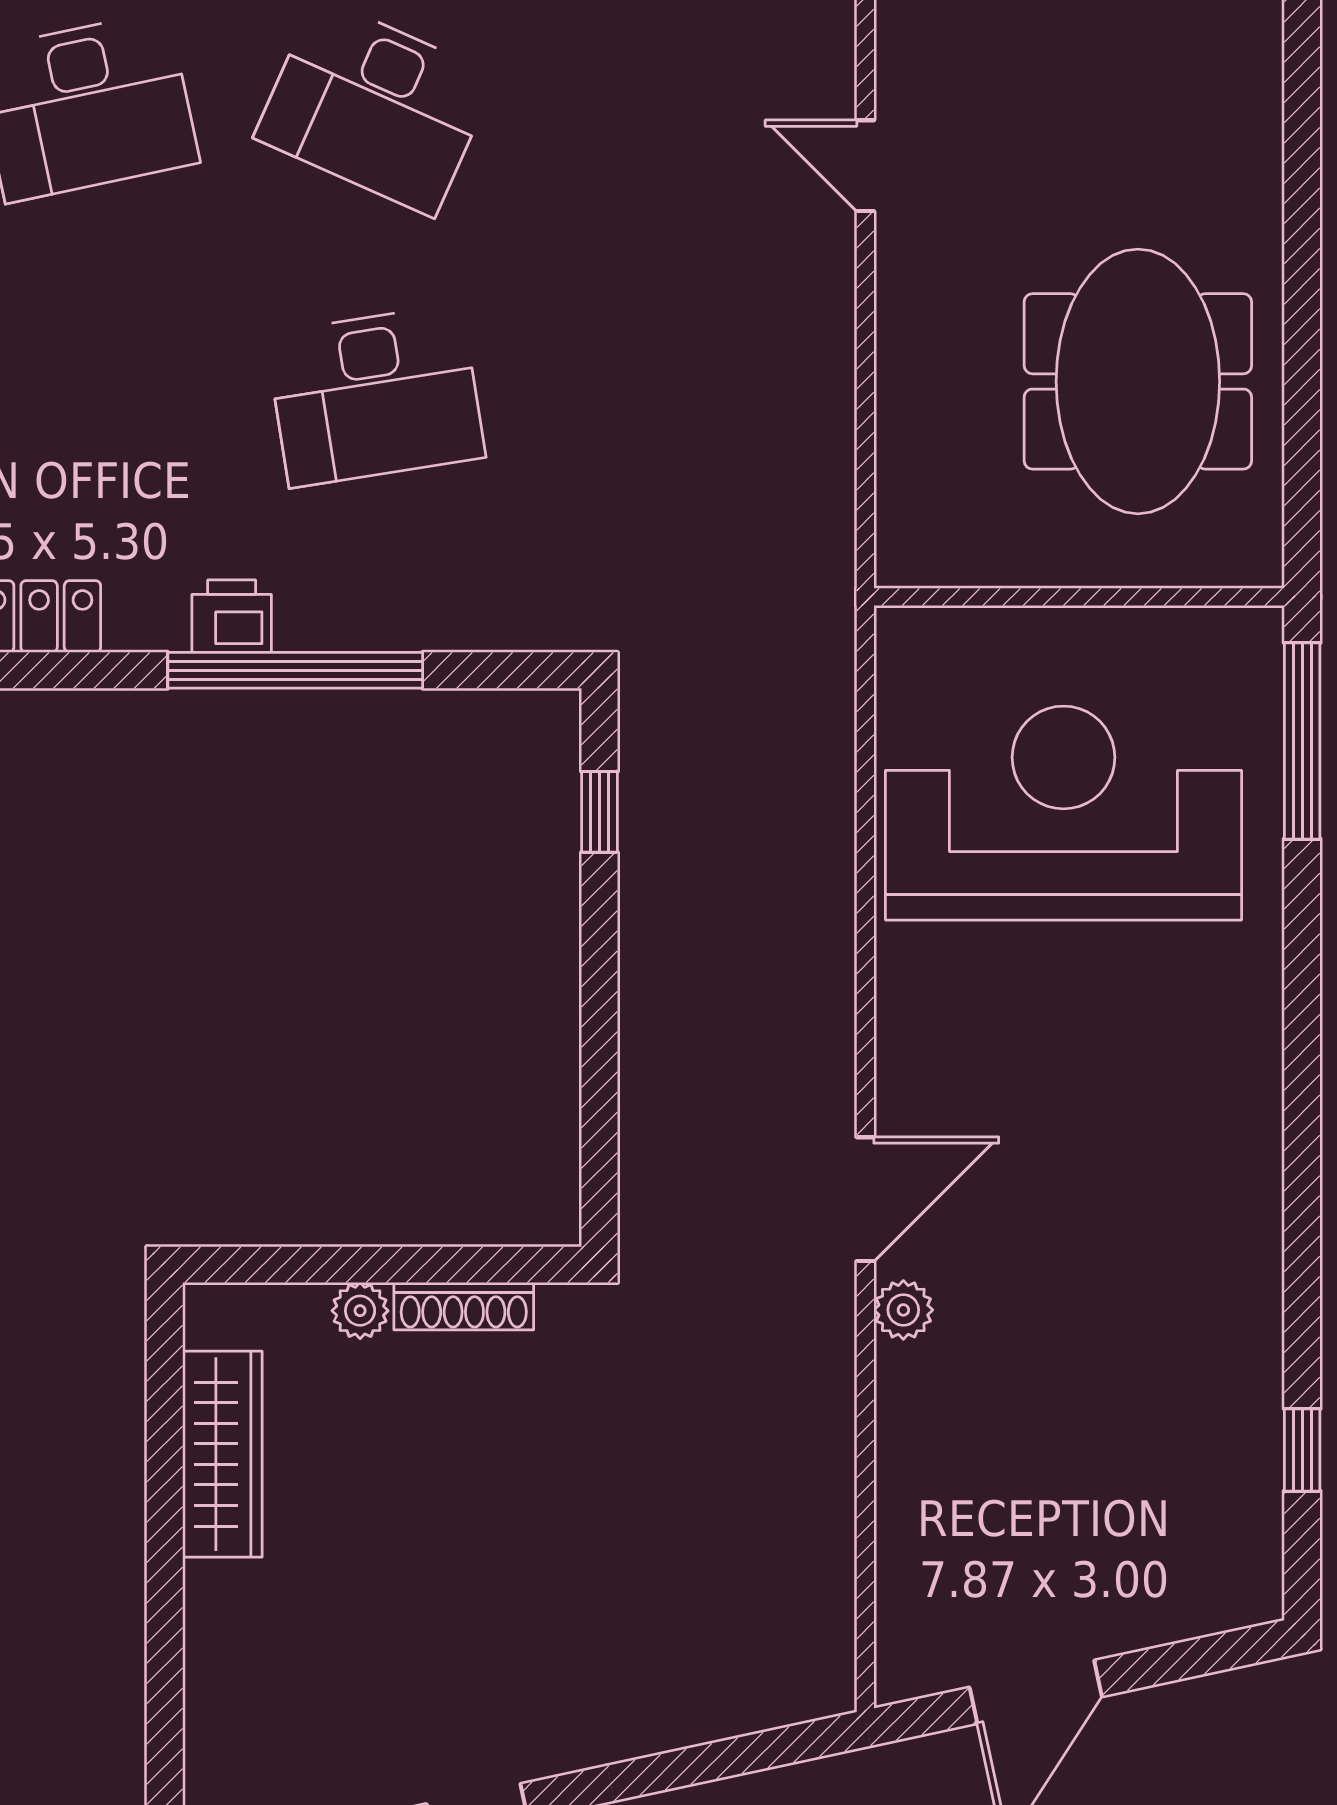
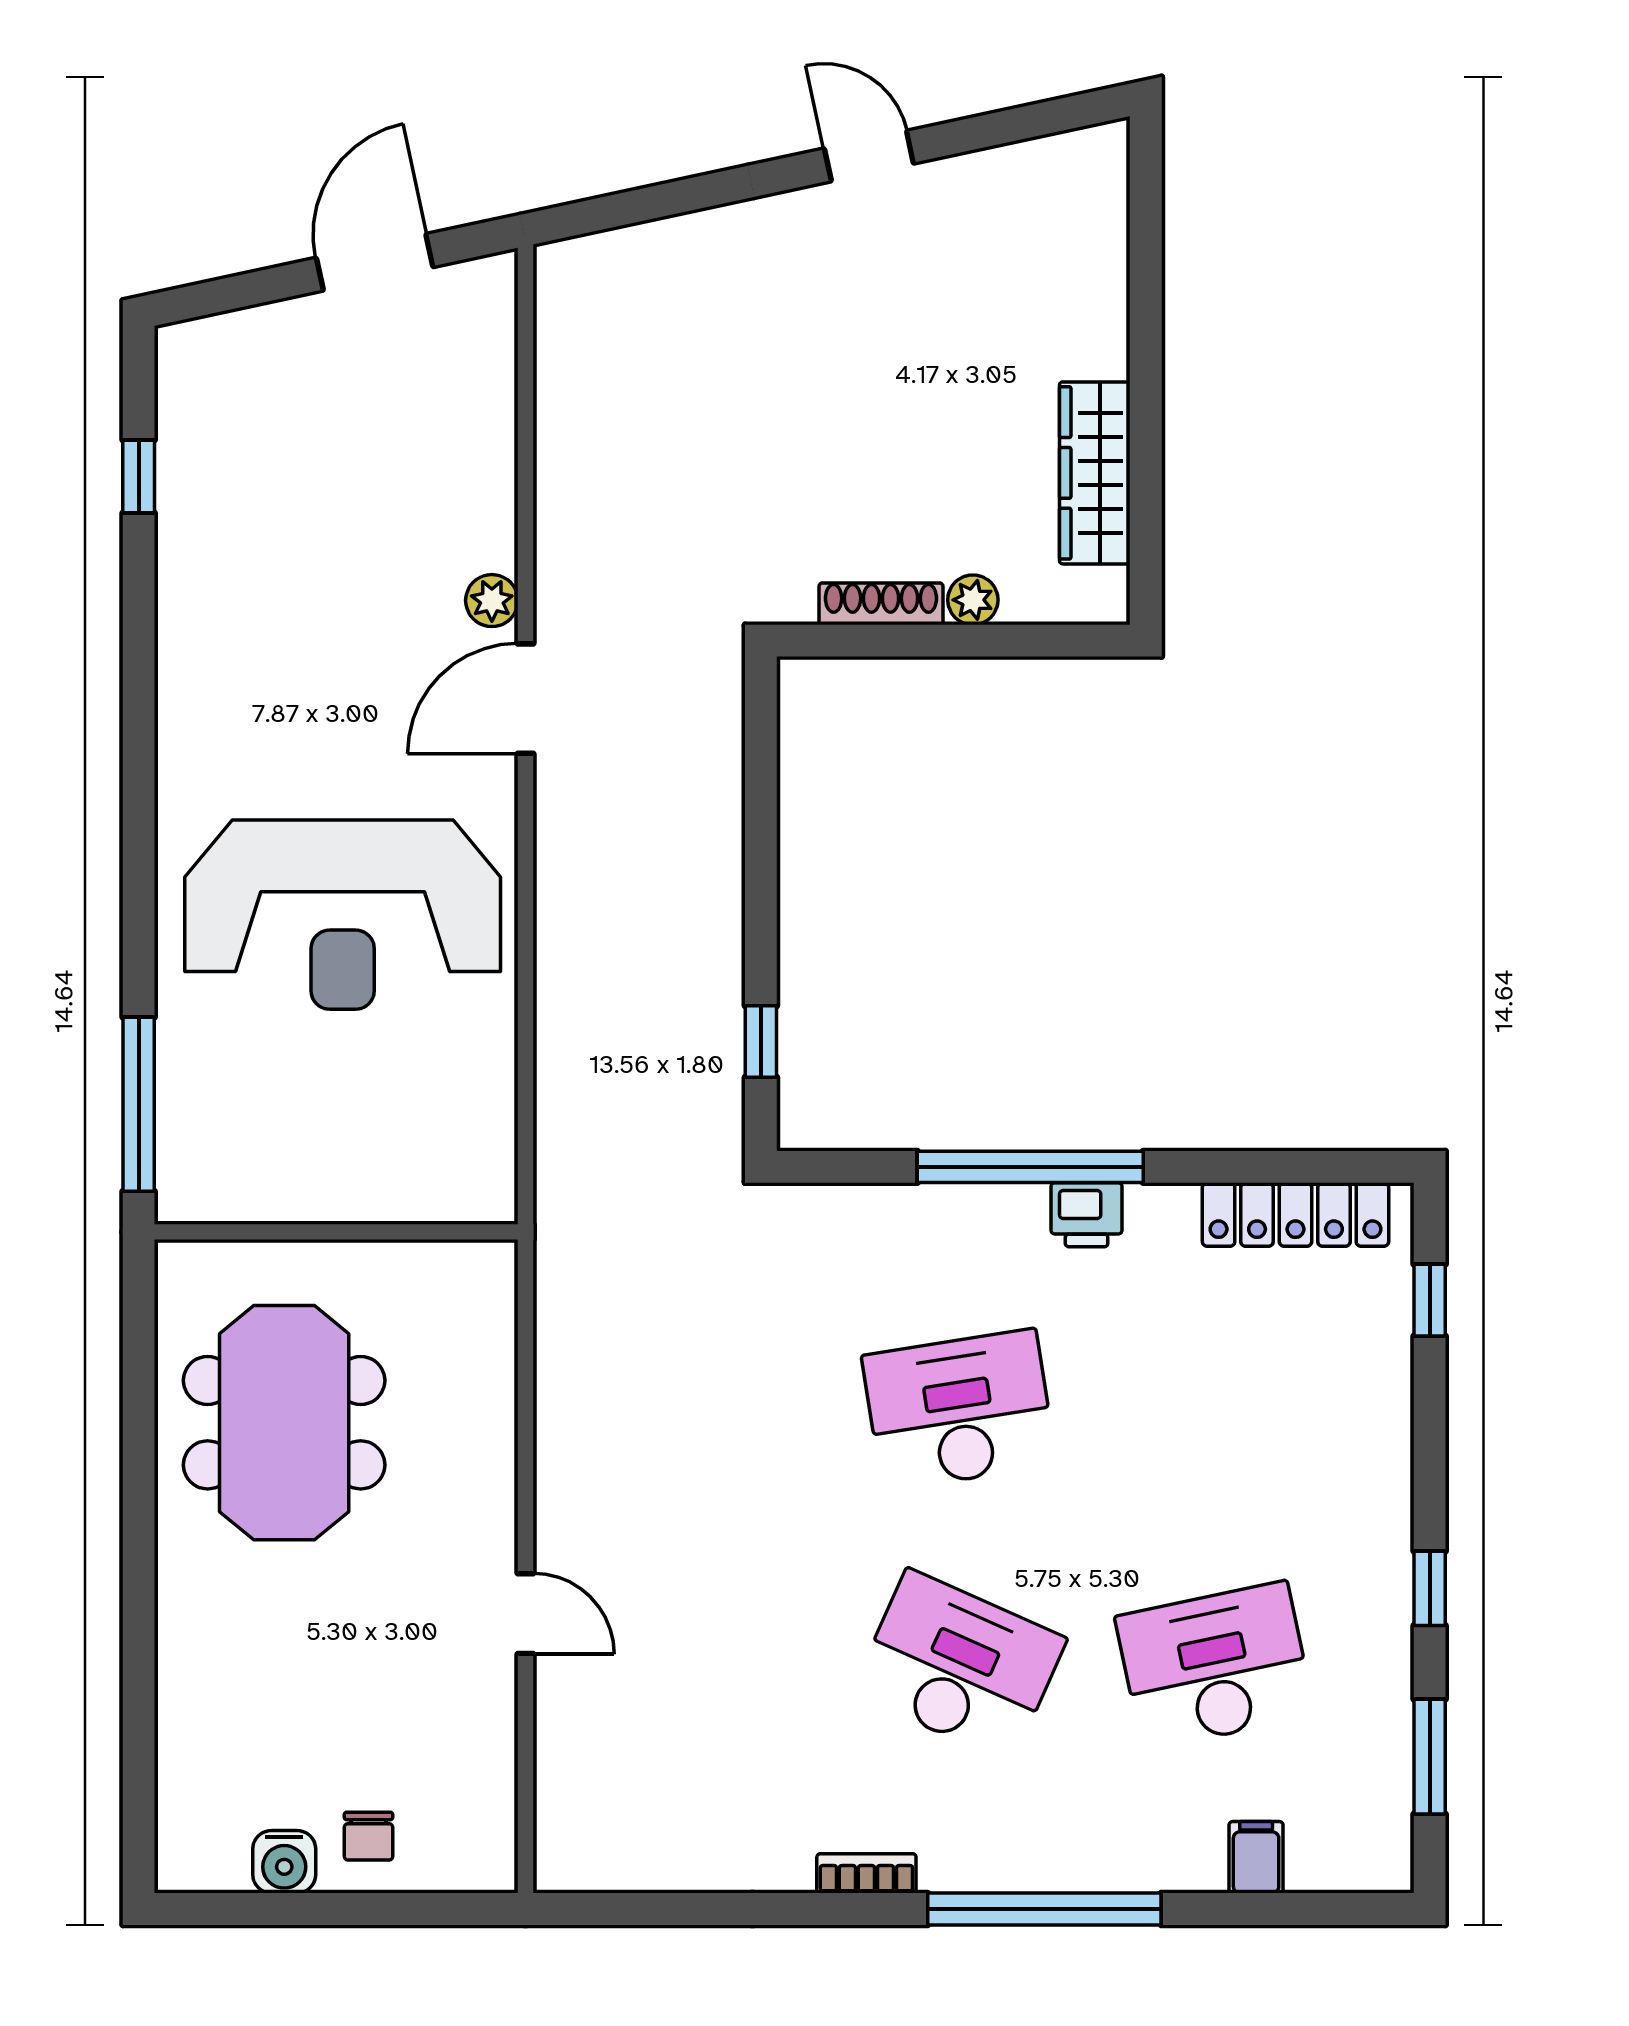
reception desk: (1063, 813) -> (343, 915), moved

